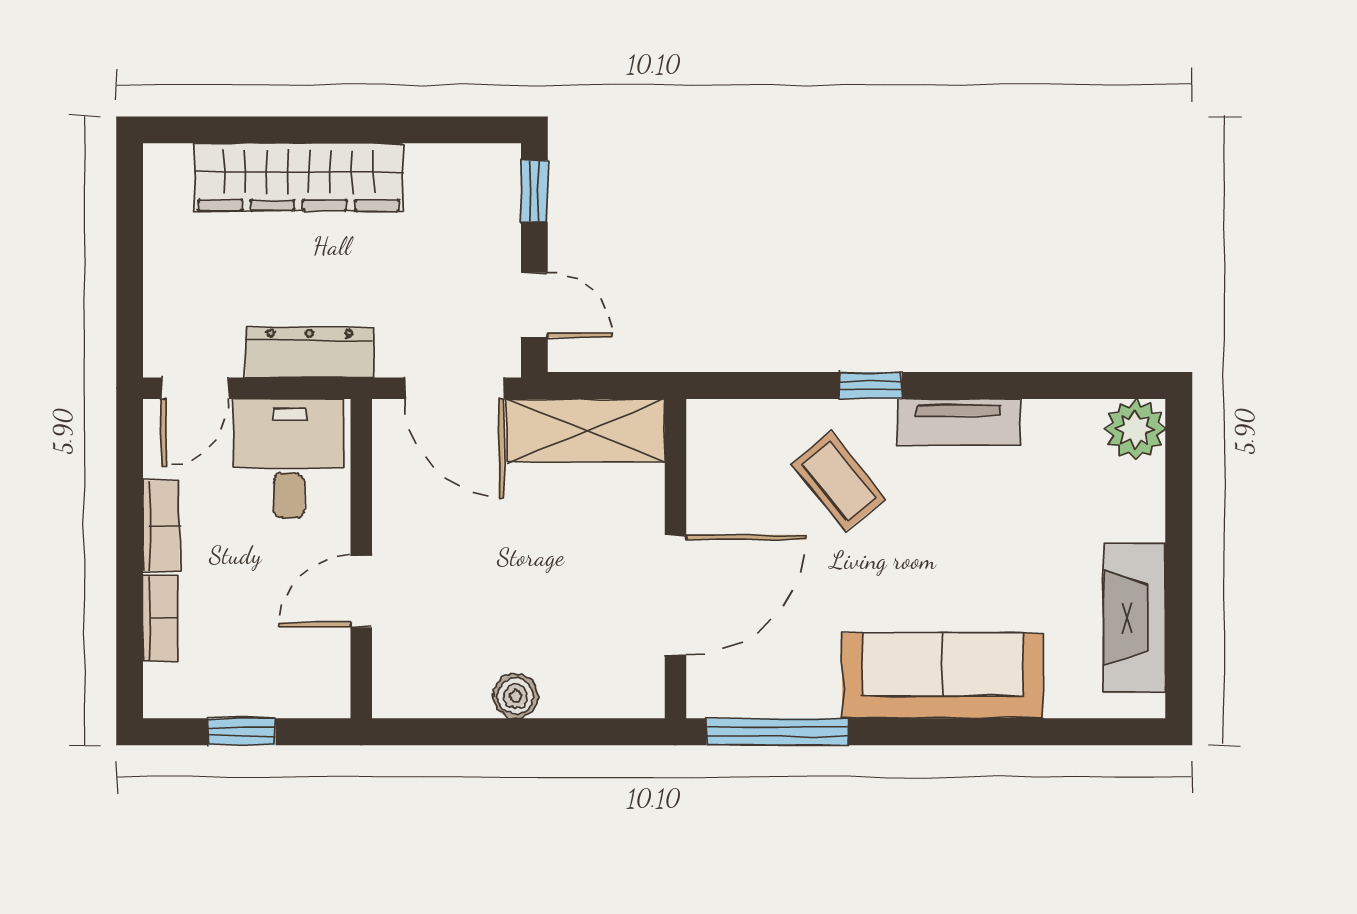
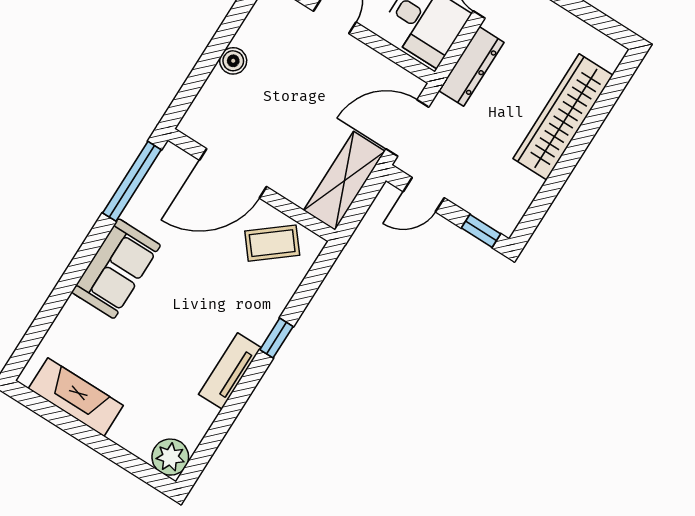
coffee table: (838, 481) -> (272, 243), moved
door: (675, 595) -> (233, 173), hinge flipped
sofa: (942, 676) -> (116, 269), width x0.73

